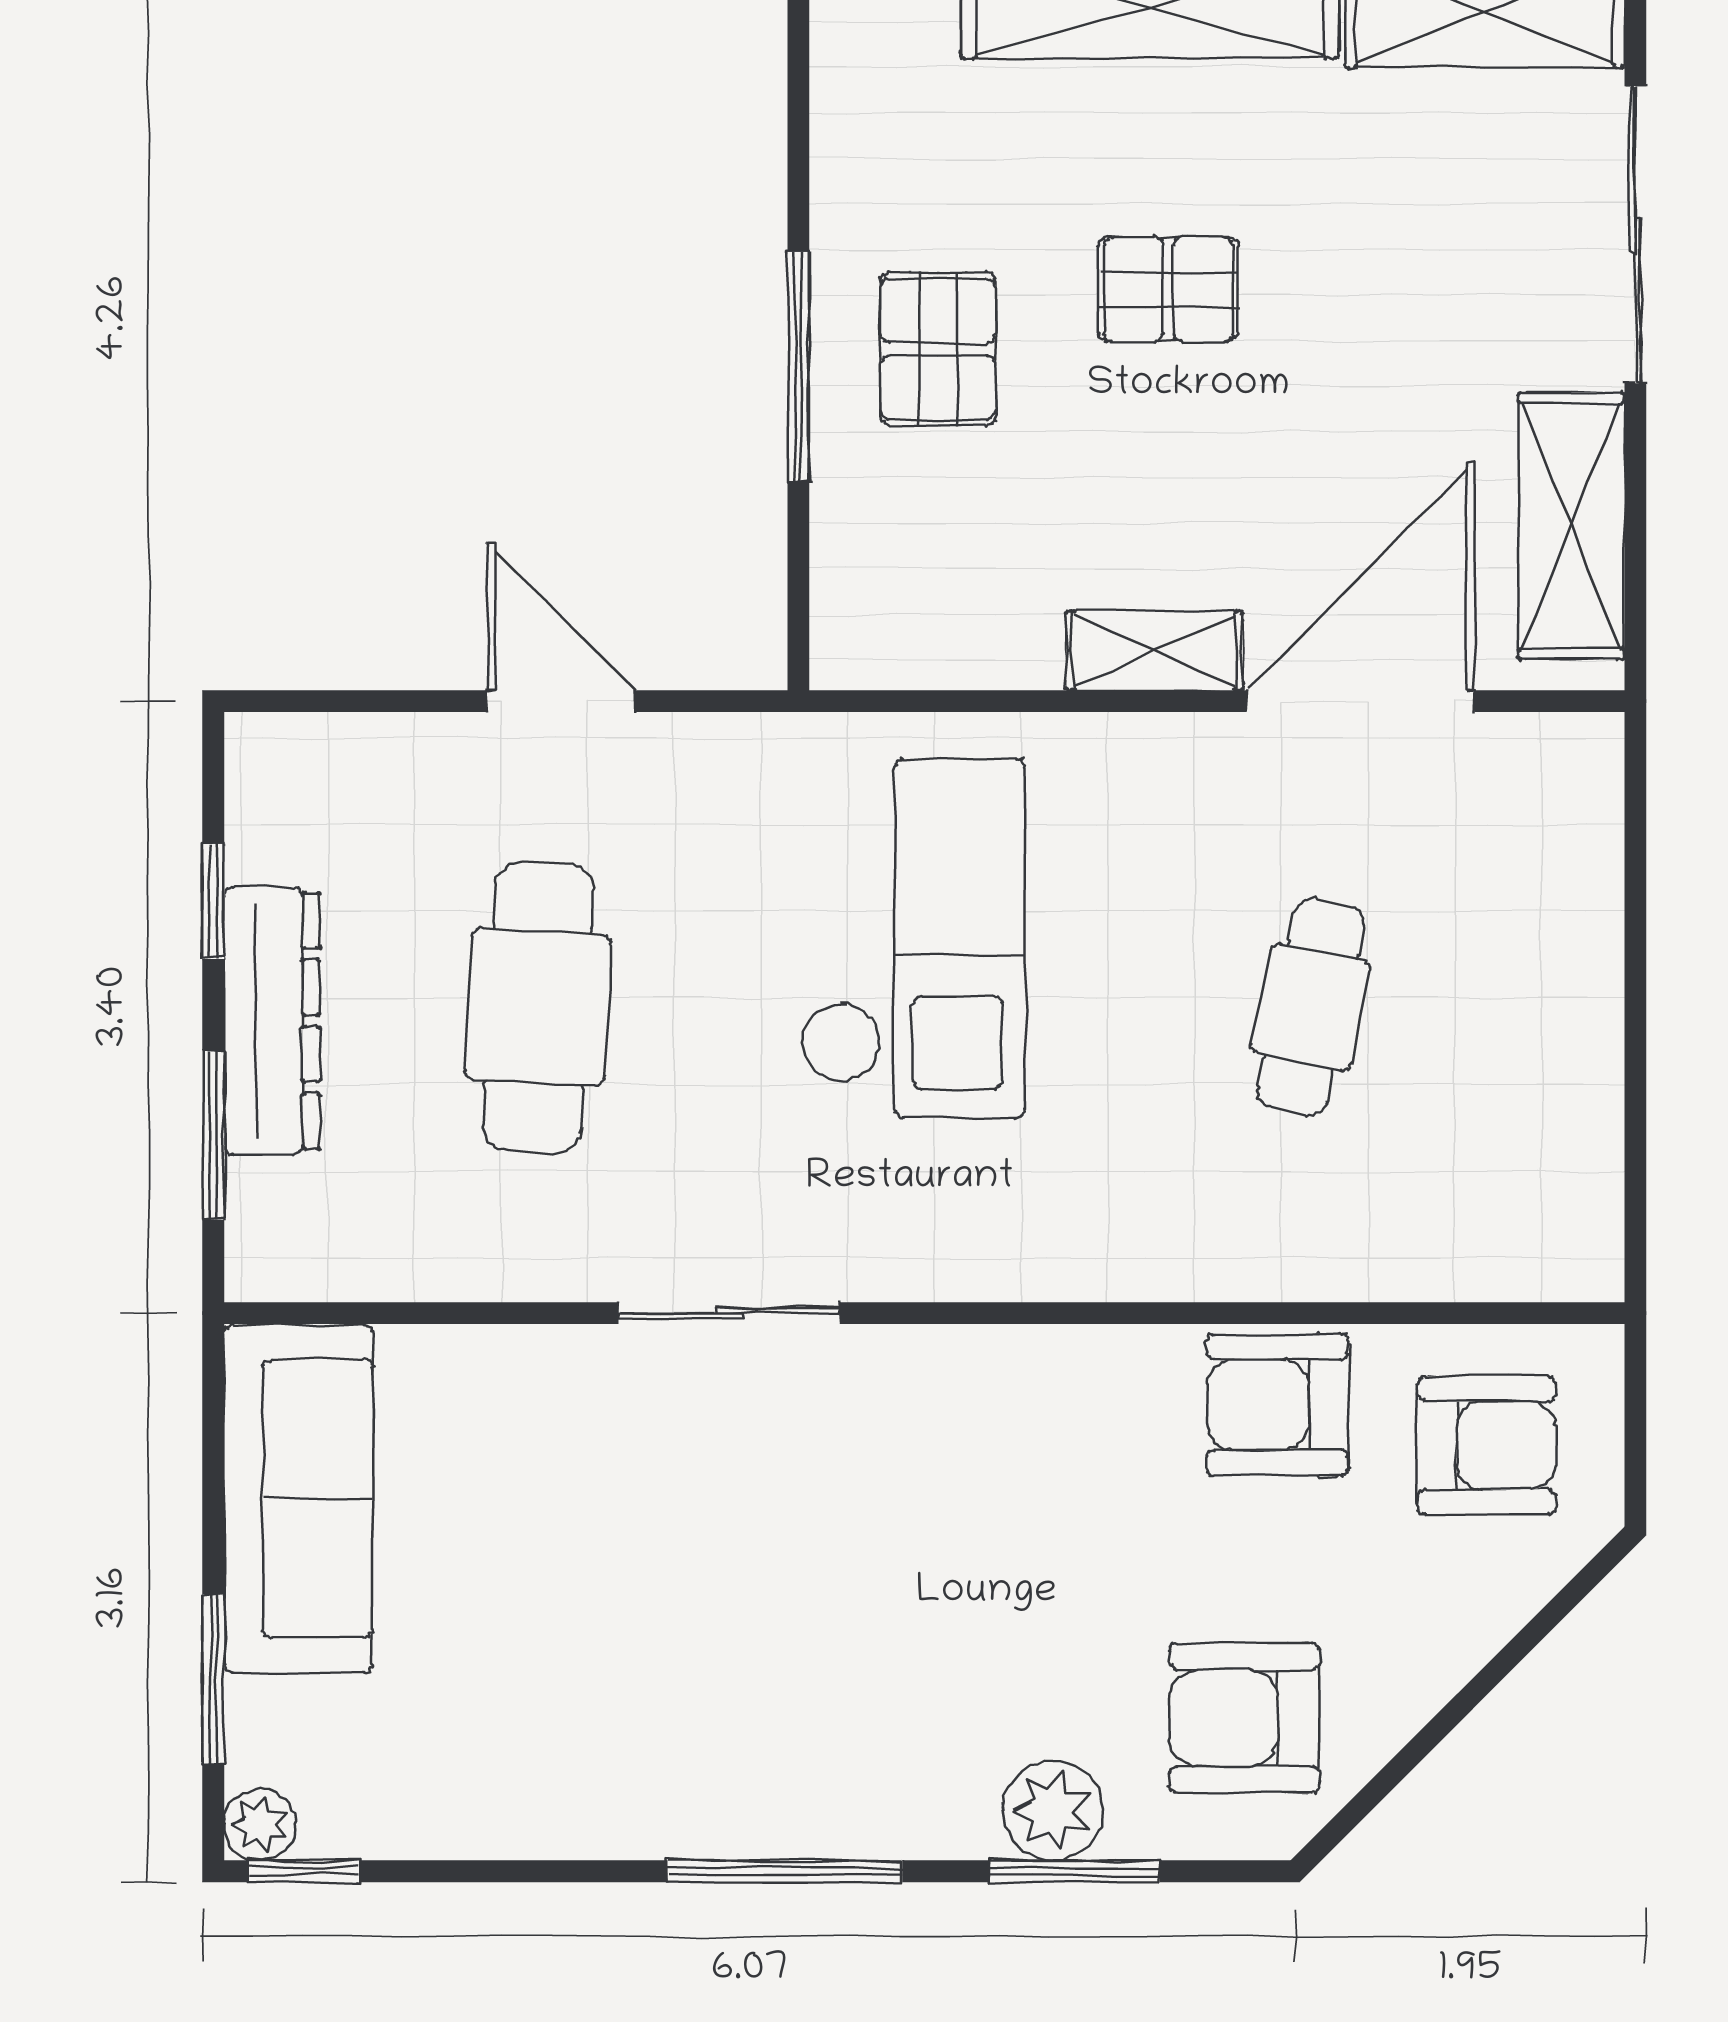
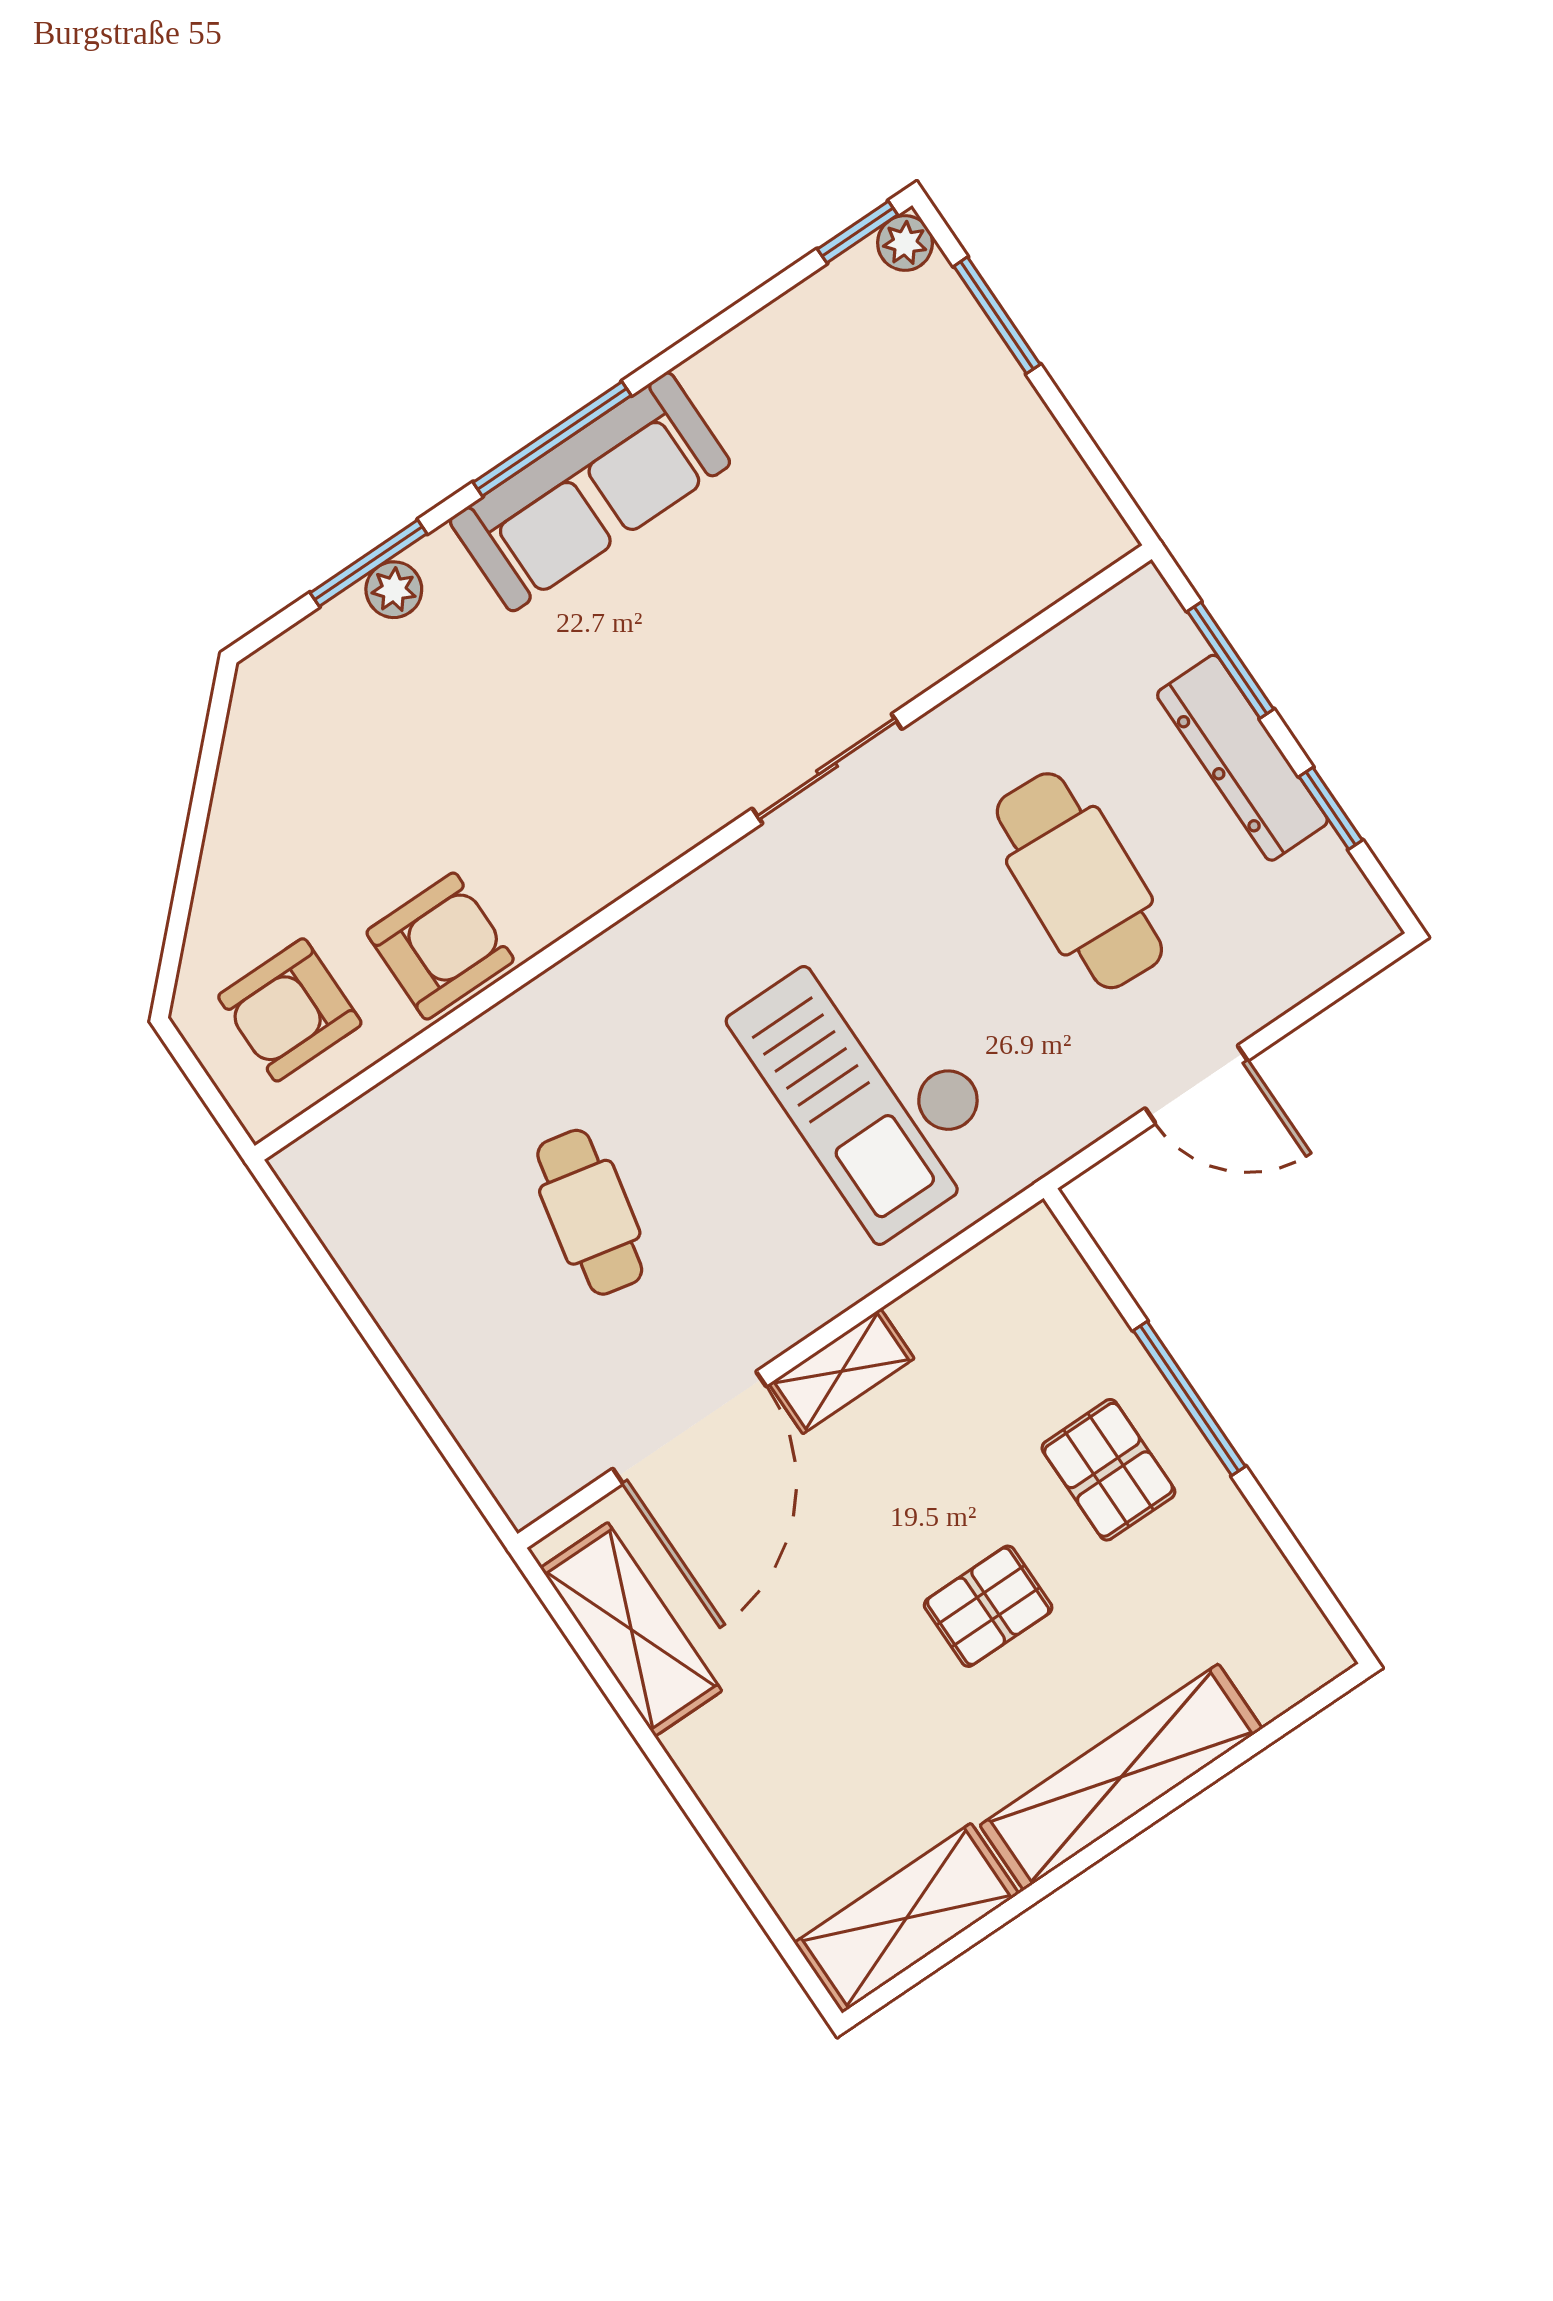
sliding door: (1635, 235) -> (715, 1841), removed
sofa: (298, 1499) -> (590, 492), moved, turned -90
armchair: (1245, 1718) -> (326, 733), removed
plant: (1053, 1810) -> (394, 590), width x0.73, depth x0.73

